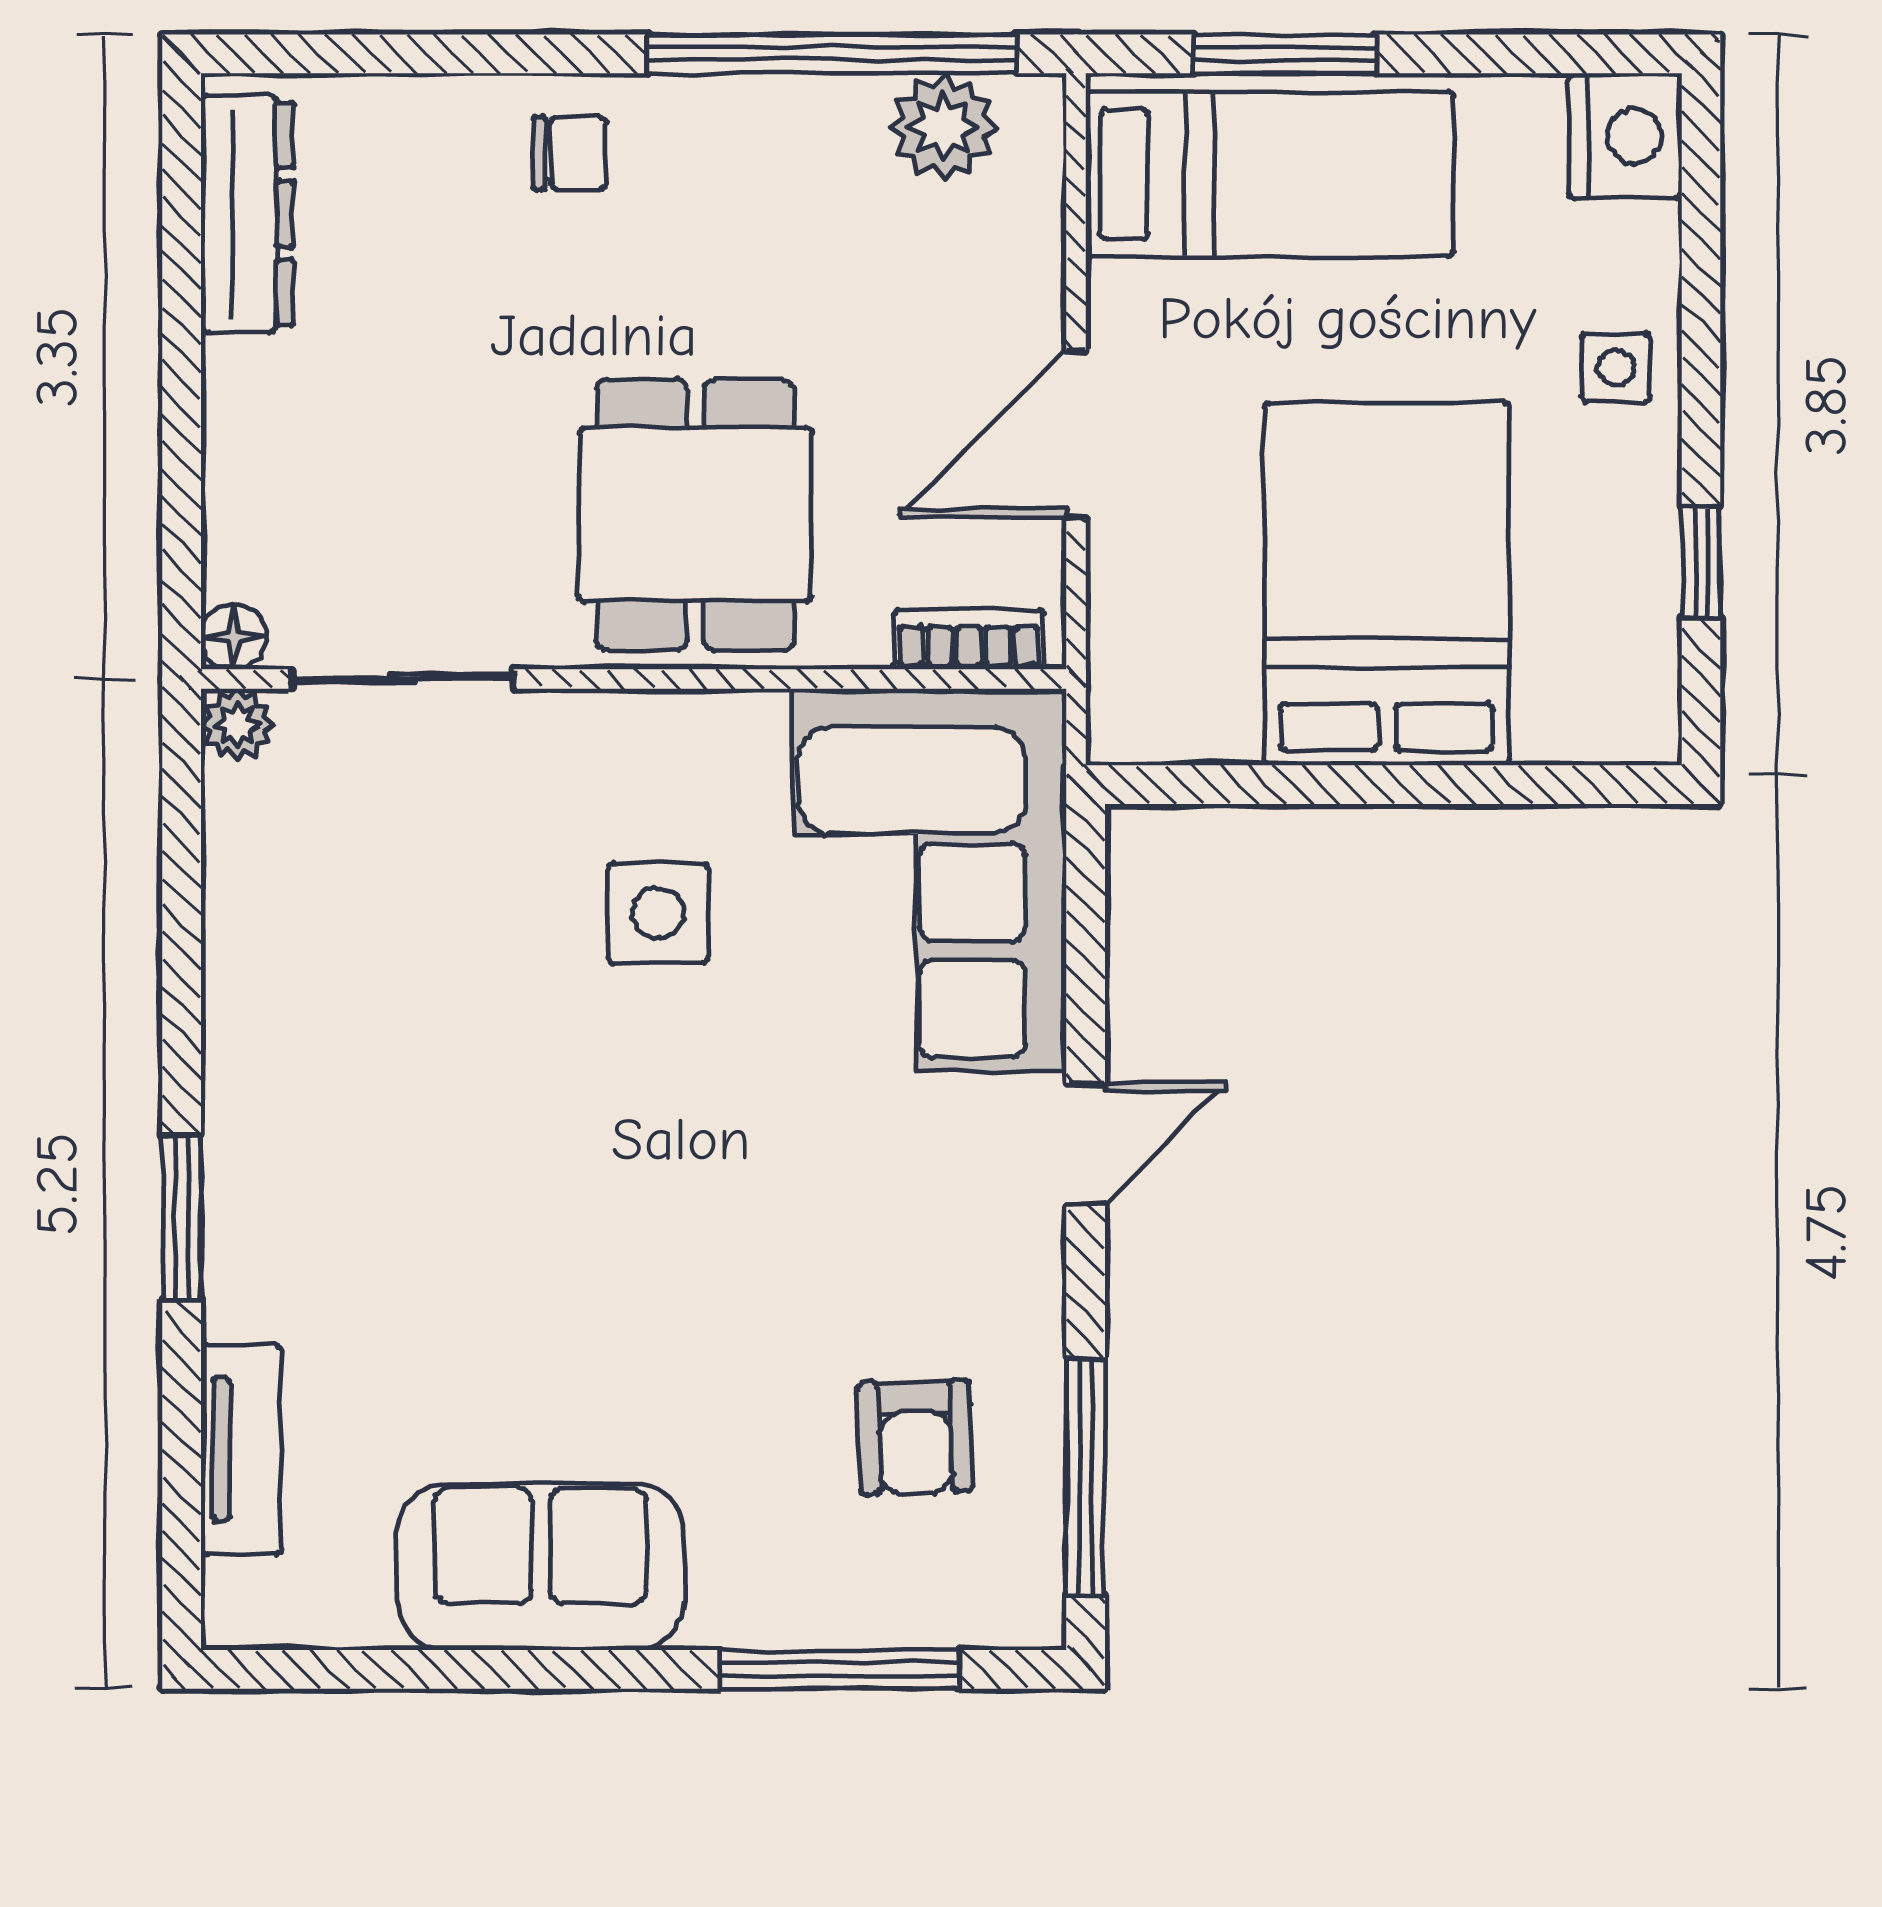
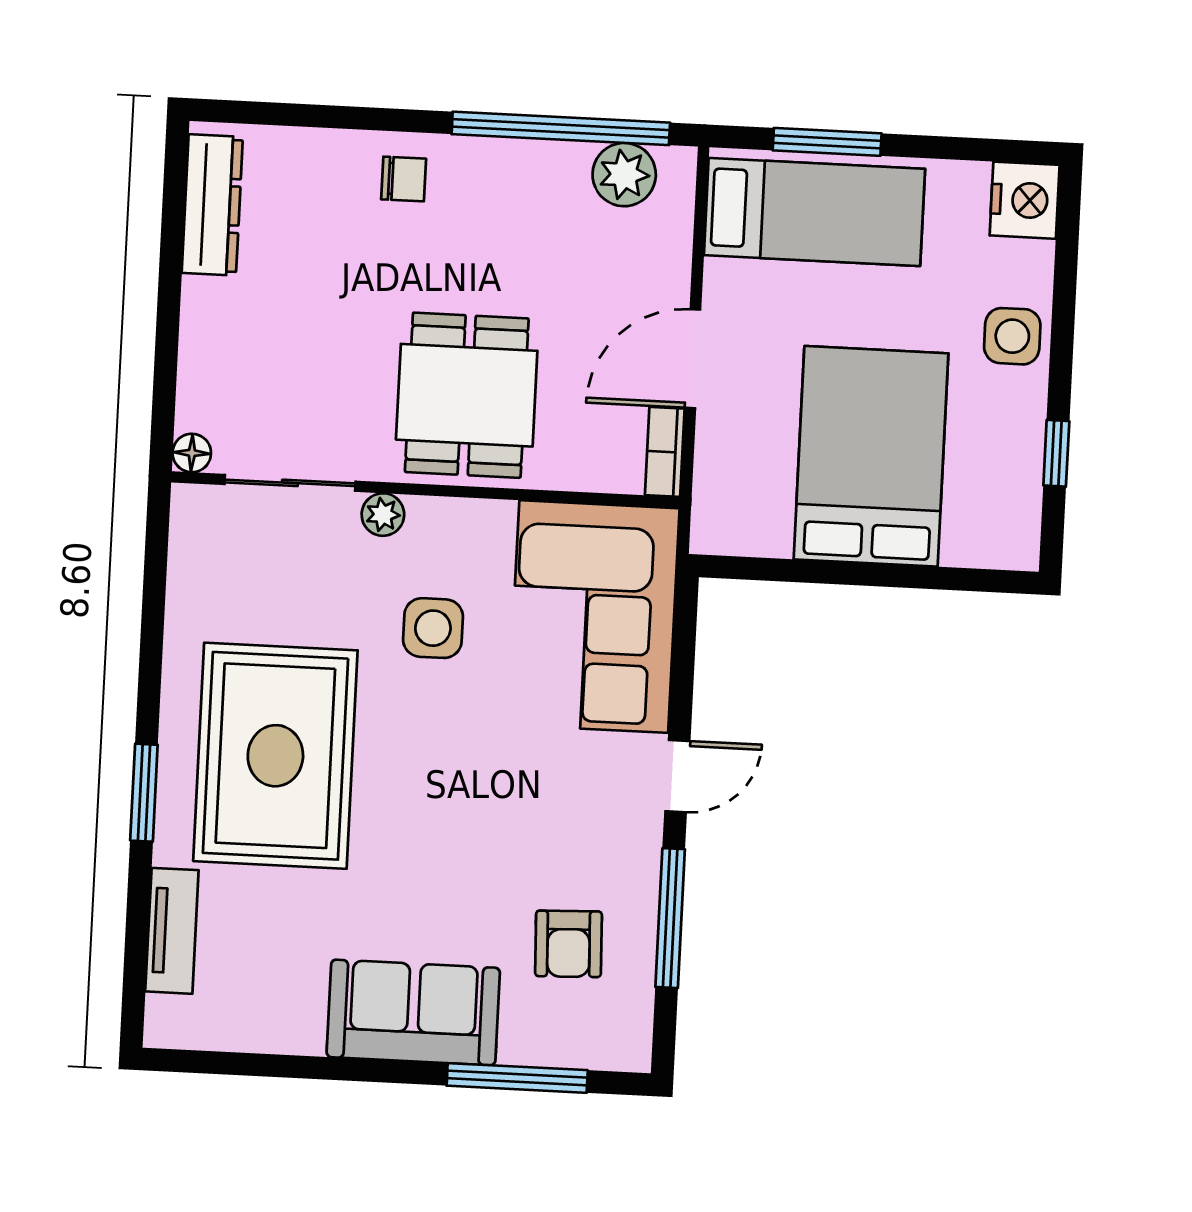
side table: (1616, 368) -> (1012, 336), width x1.37, depth x1.37
bookcase: (969, 639) -> (665, 452), moved, turned -90
plant: (237, 725) -> (383, 515), moved
rug: (402, 1143) -> (275, 756), added
window: (1086, 1477) -> (670, 918), moved
sofa: (541, 1567) -> (413, 1012), moved

